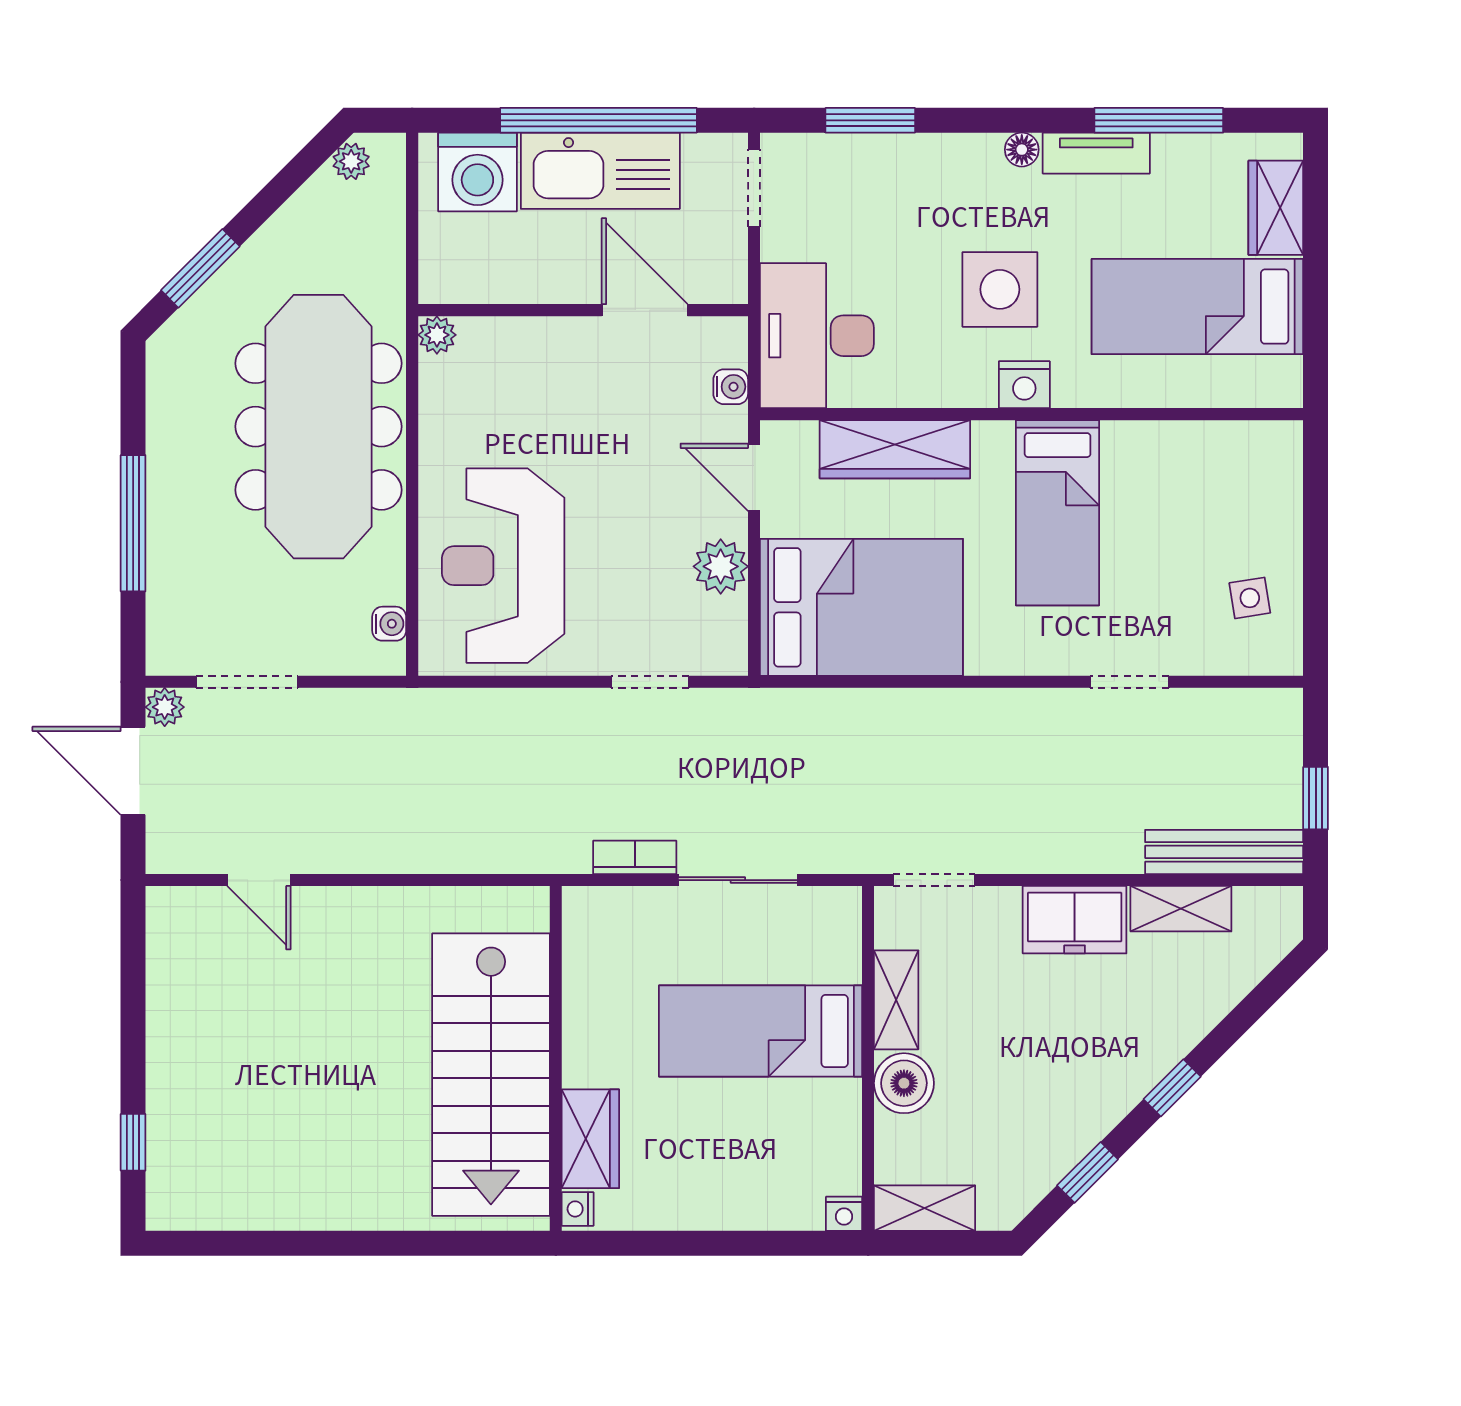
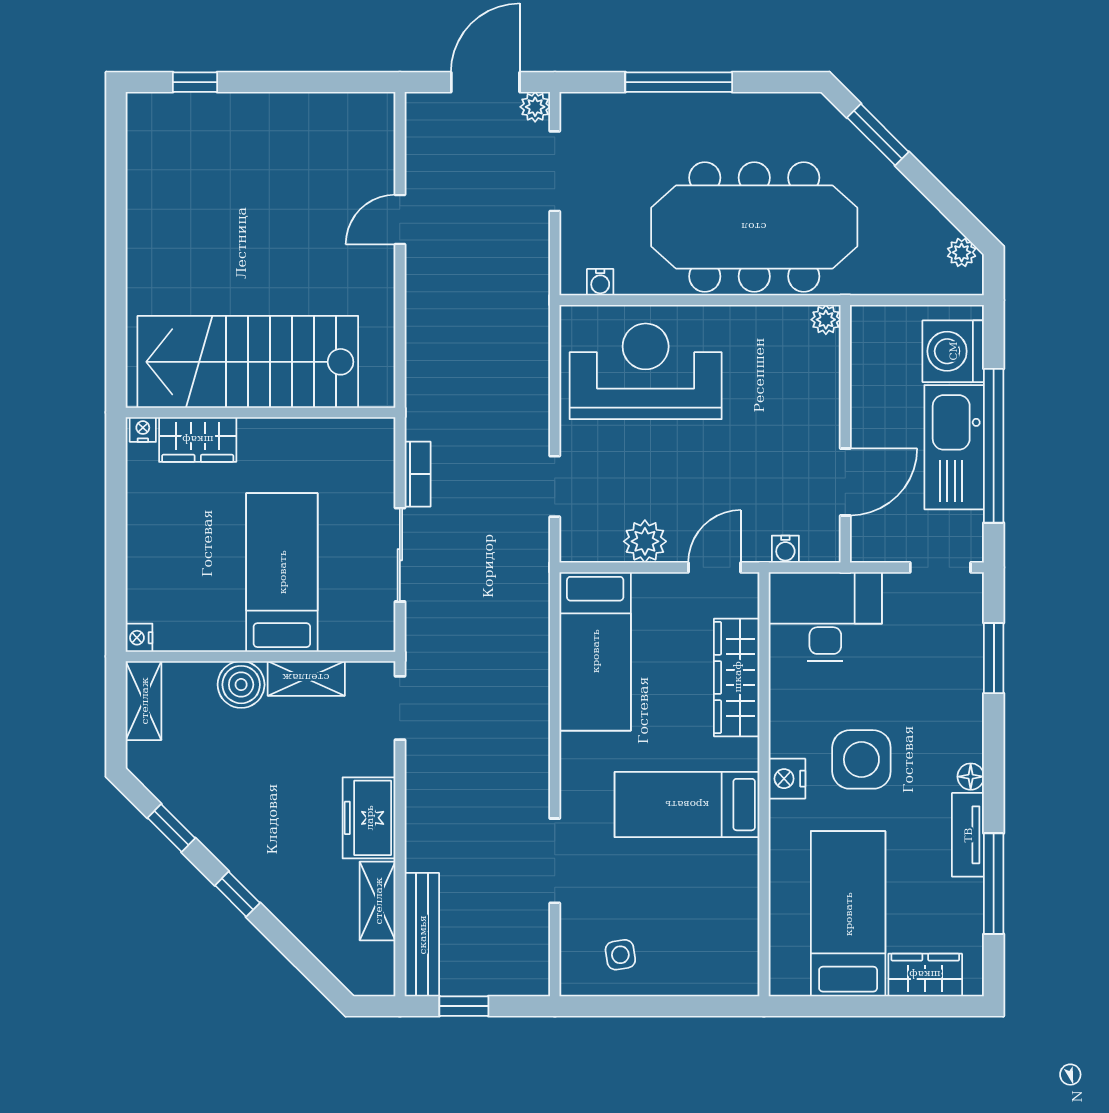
bed: (861, 607) -> (595, 651), width x0.67
doorway: (1129, 682) -> (555, 861), width x1.38
door: (259, 880) -> (400, 220), moved

